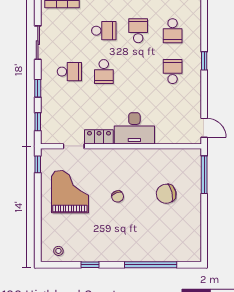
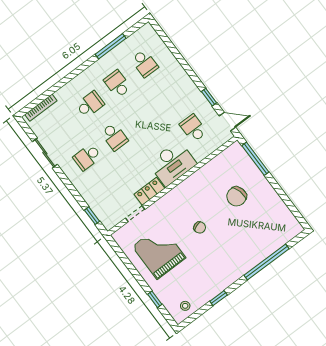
window: (204, 61) -> (209, 97), moved
school desk: (69, 72) -> (87, 157), turned 180
school desk: (173, 72) -> (193, 128), moved
window: (38, 88) -> (72, 189), removed
window: (38, 164) -> (155, 299), moved

